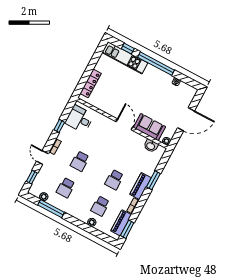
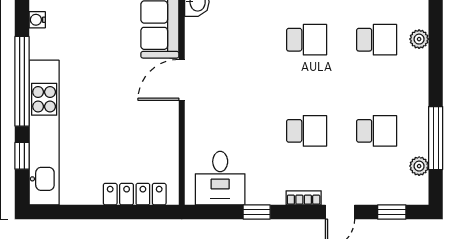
kitchen unit: (125, 58) -> (44, 133), width x1.36

